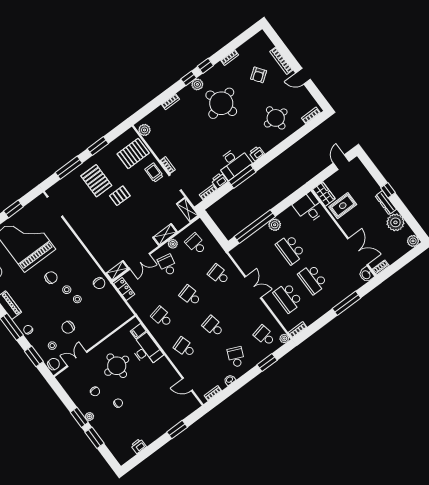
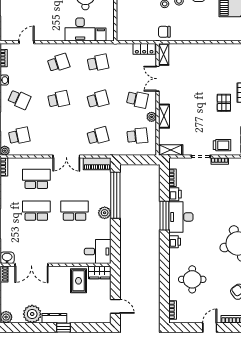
piano: (241, 259) -> (97, 164), added

